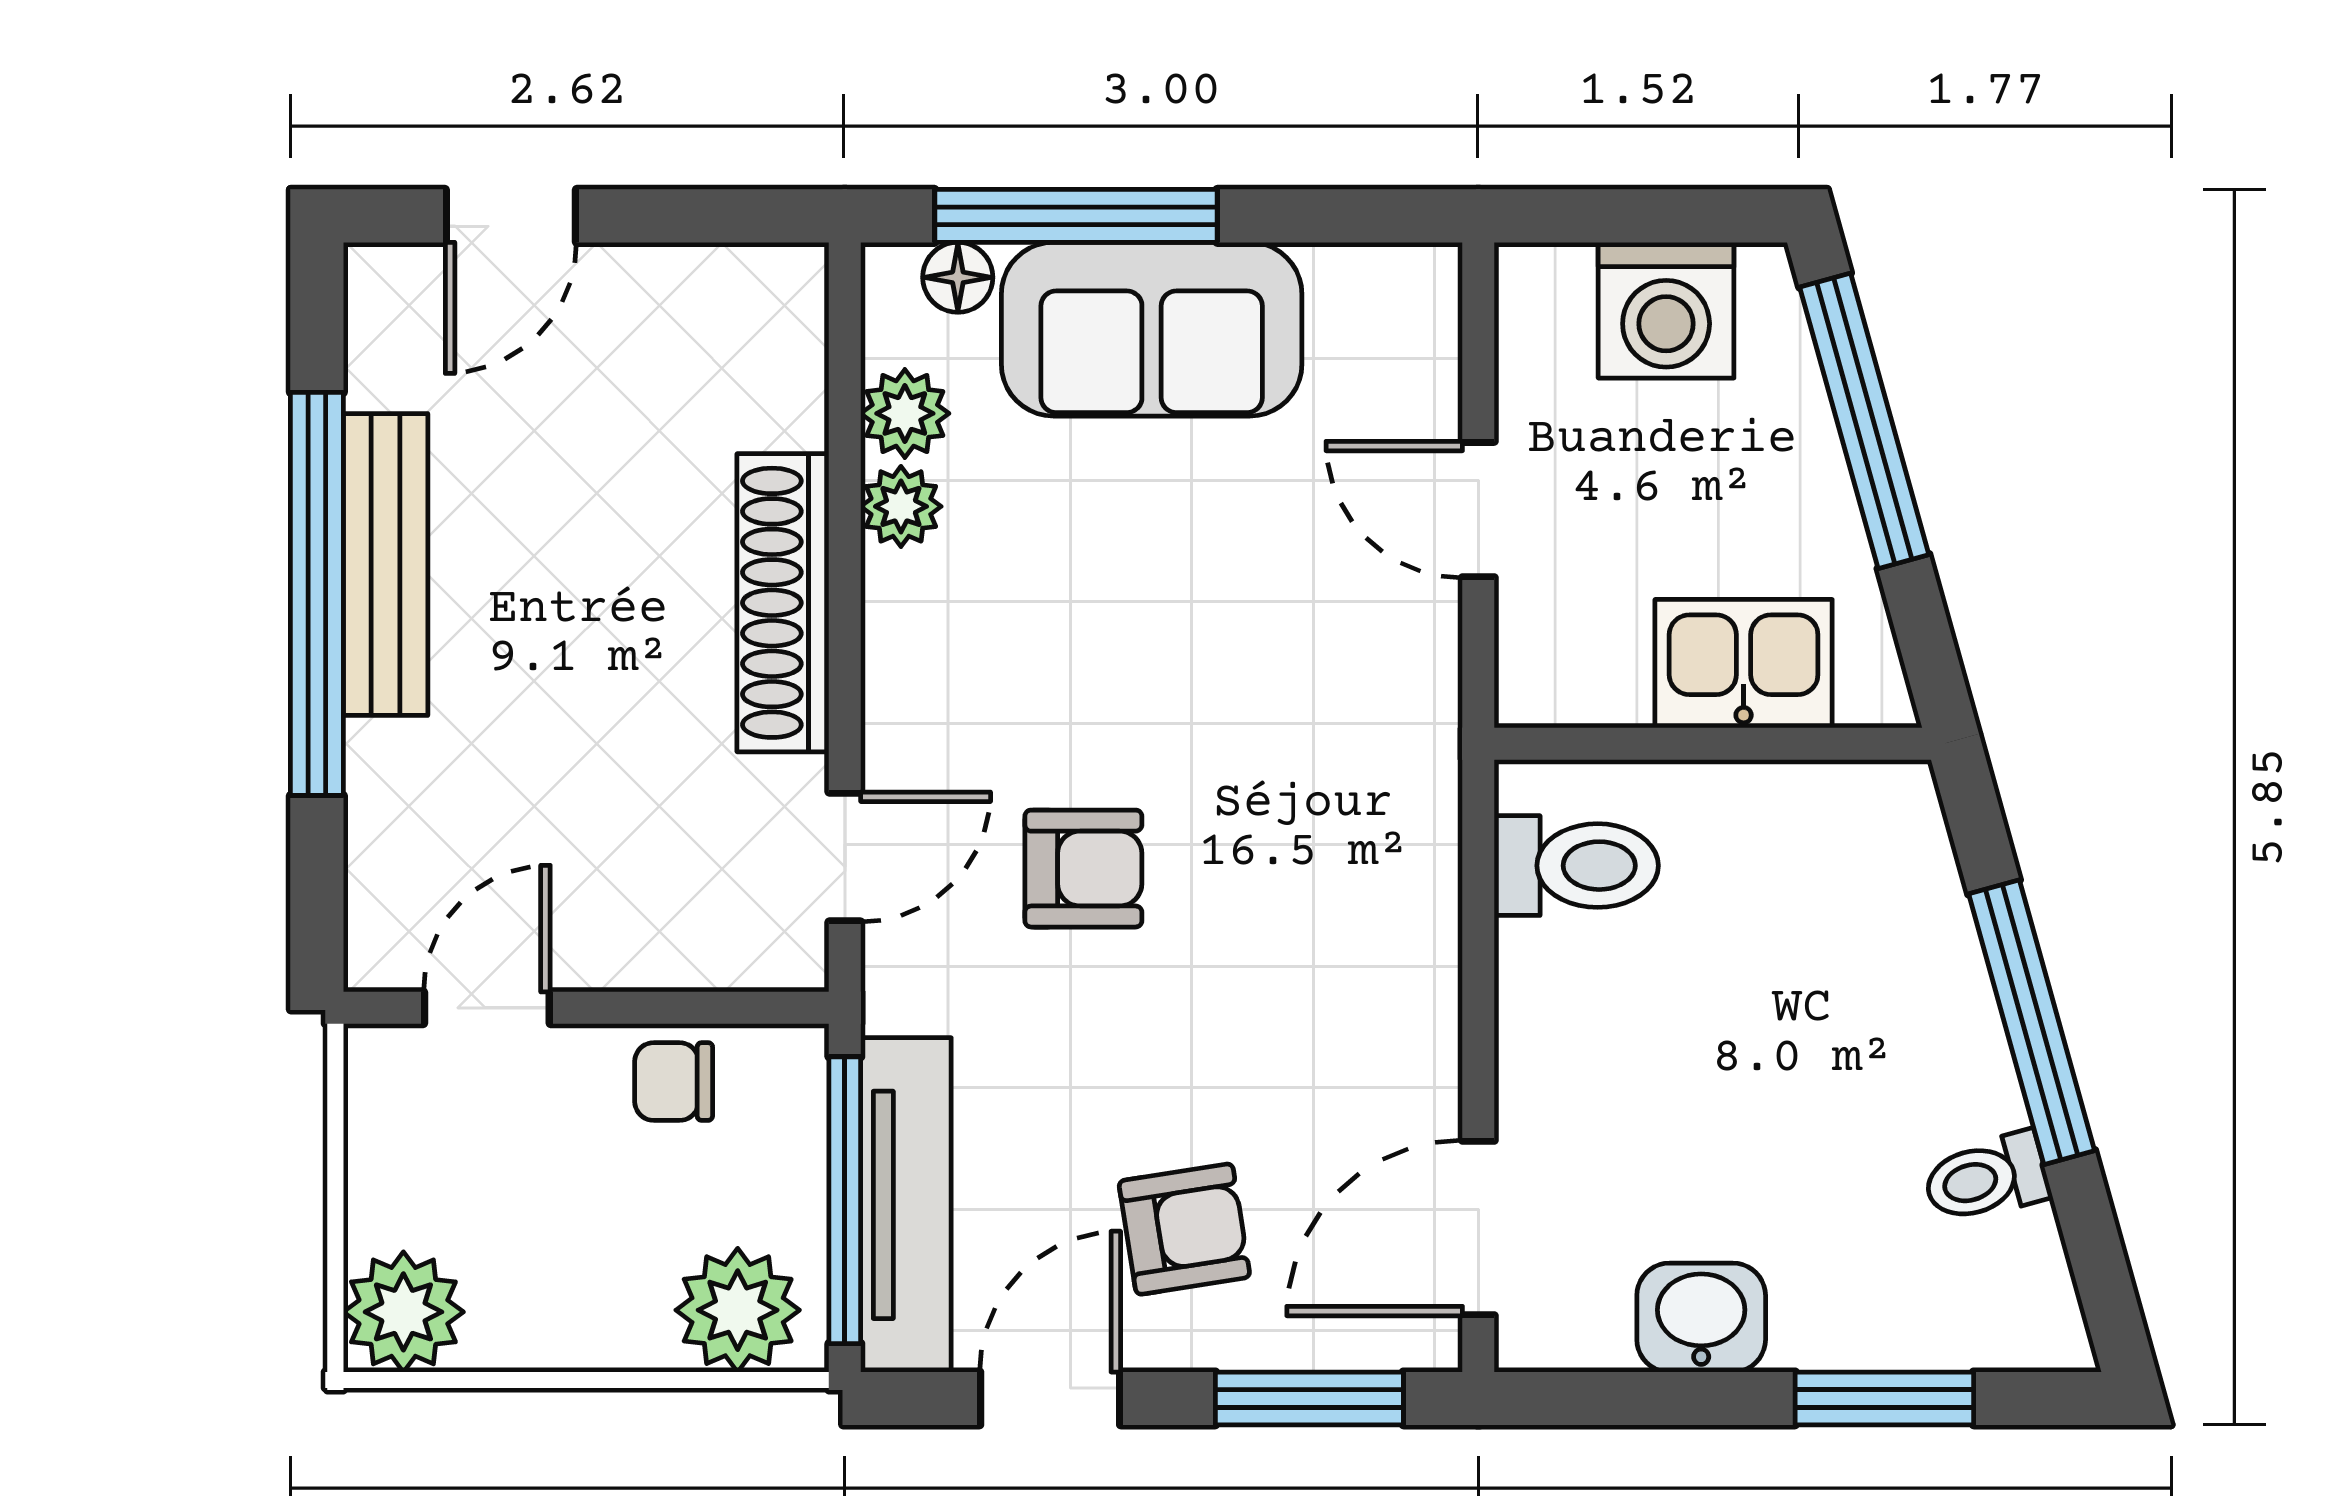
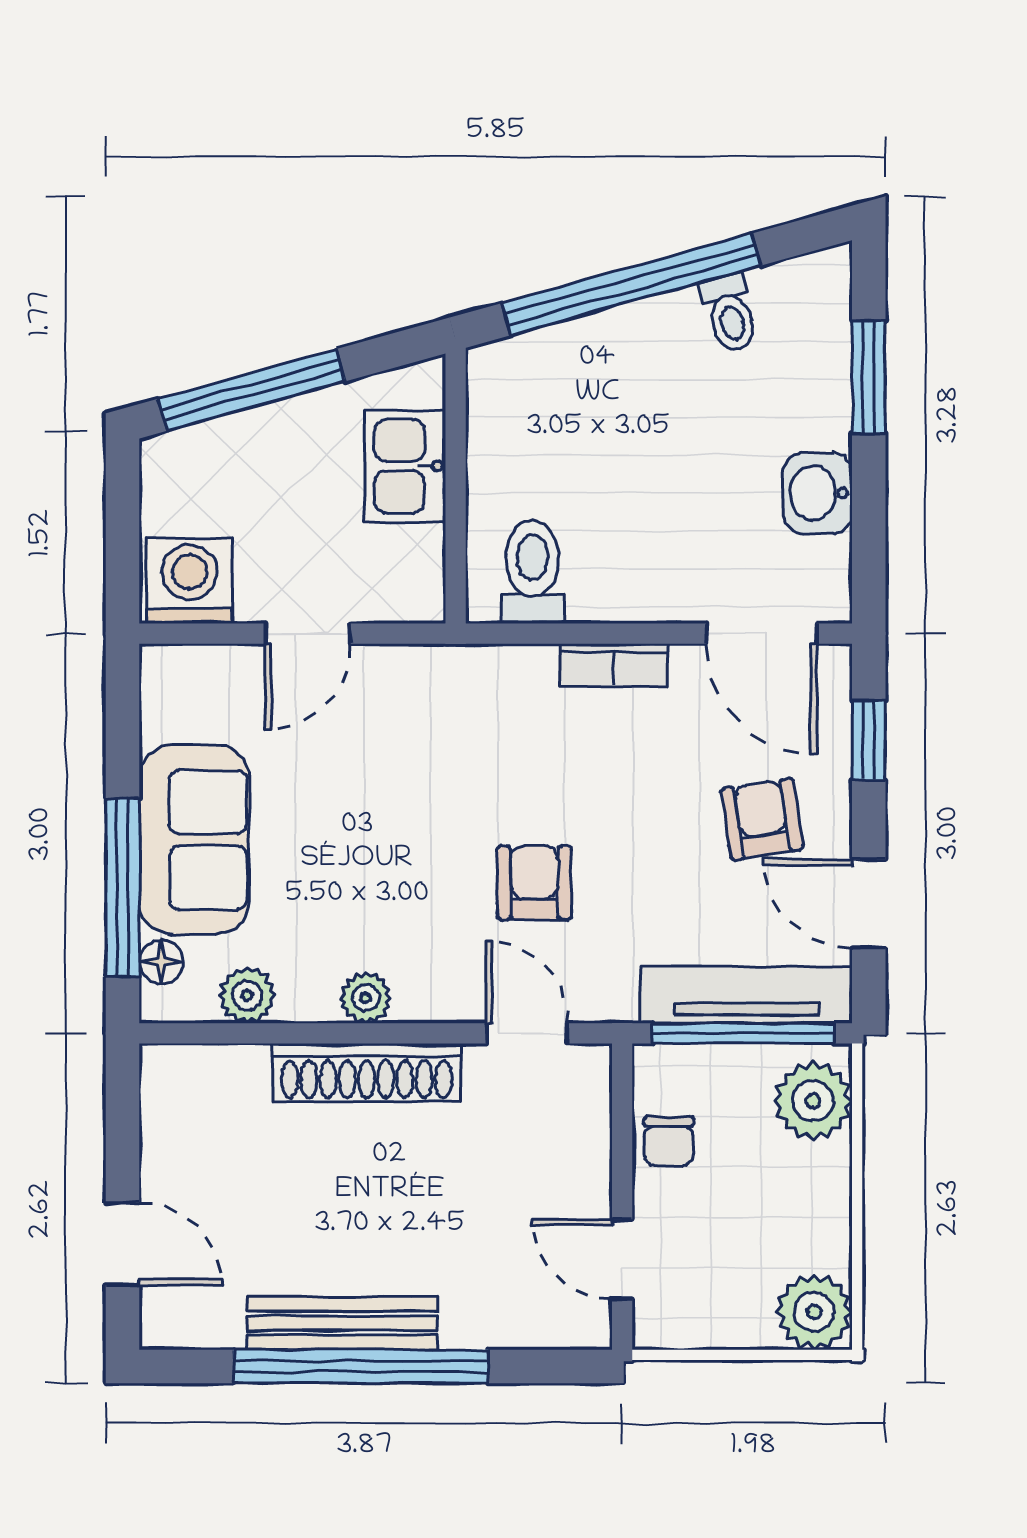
washing machine: (1666, 310) -> (190, 581), moved, turned -90
plant: (901, 506) -> (366, 998), moved
bookcase: (1428, 994) -> (614, 665), added
window: (2032, 1022) -> (631, 284), width x1.46
window: (1309, 1398) -> (869, 740), width x0.67

